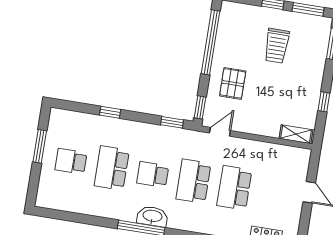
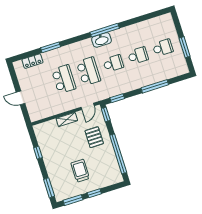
window: (110, 112) -> (155, 86), width x2.17
shelving: (296, 134) -> (67, 119), moved
school desk: (112, 168) -> (138, 56), width x0.54

